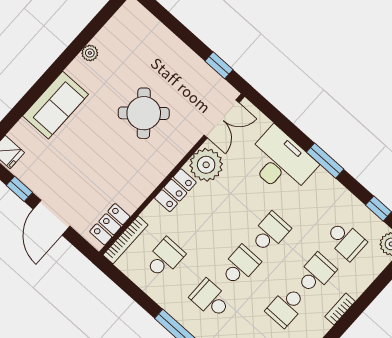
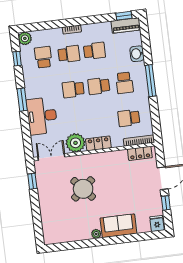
plant: (90, 53) -> (96, 234), moved
school desk: (316, 274) -> (69, 54), turned 180

